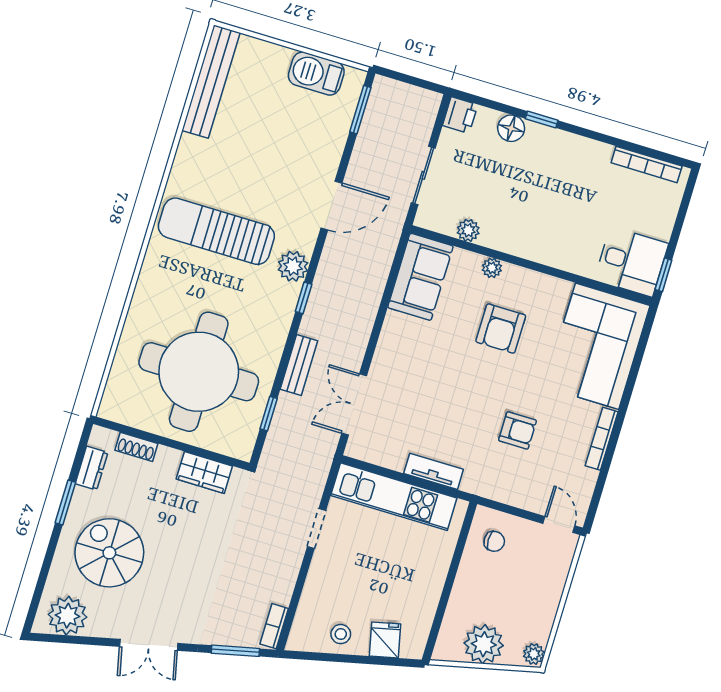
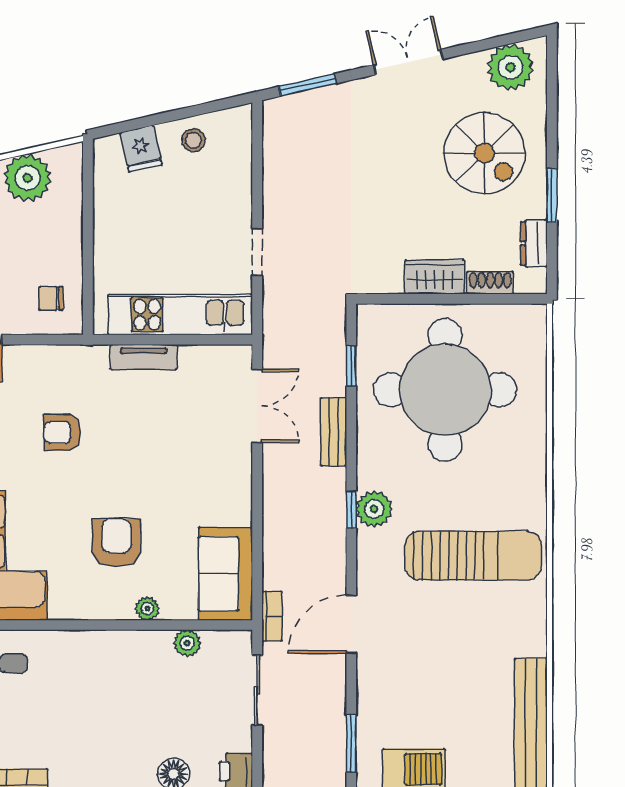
plant: (293, 266) -> (374, 509), moved
wardrobe: (204, 473) -> (435, 277), moved
bookcase: (274, 626) -> (272, 616), moved

